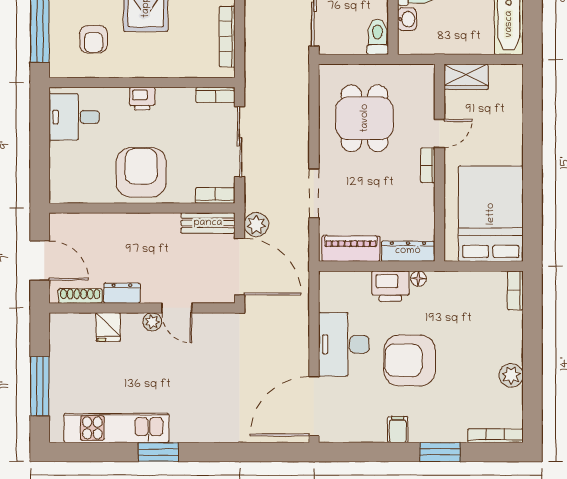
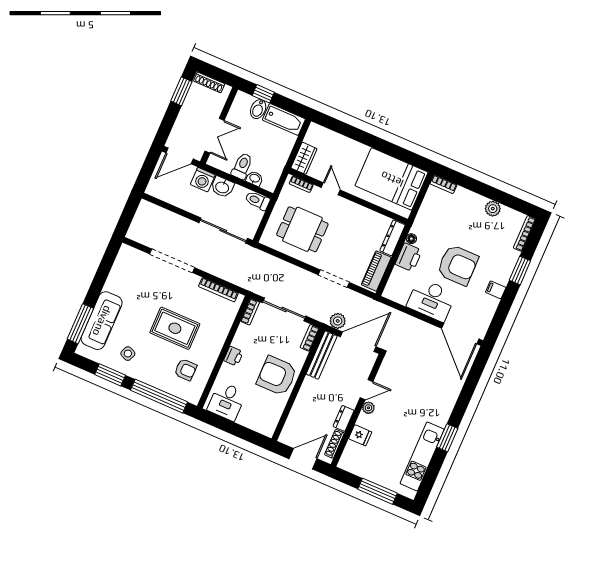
bookcase: (428, 165) -> (301, 184), moved
bench: (208, 223) -> (322, 355), width x1.36
armchair: (410, 360) -> (458, 265), turned -91

